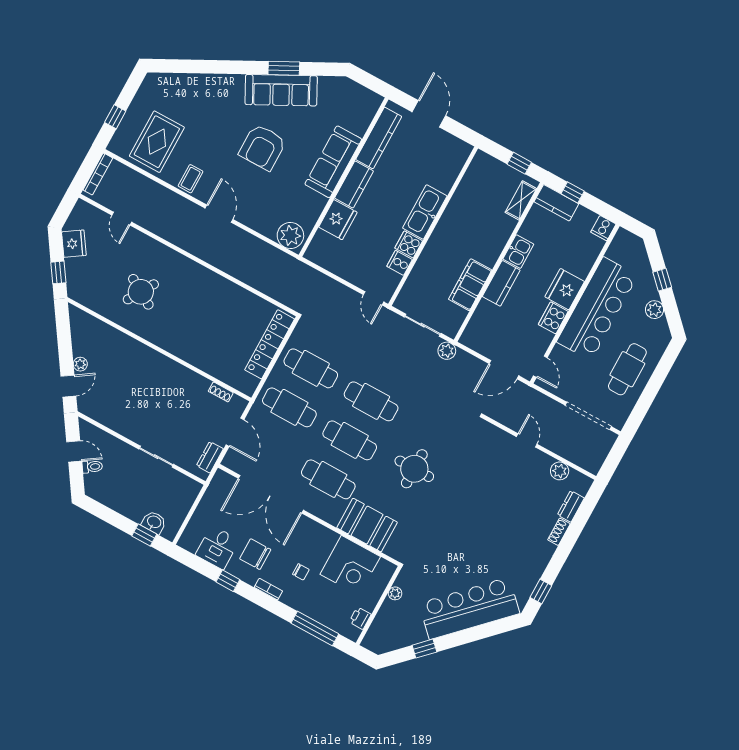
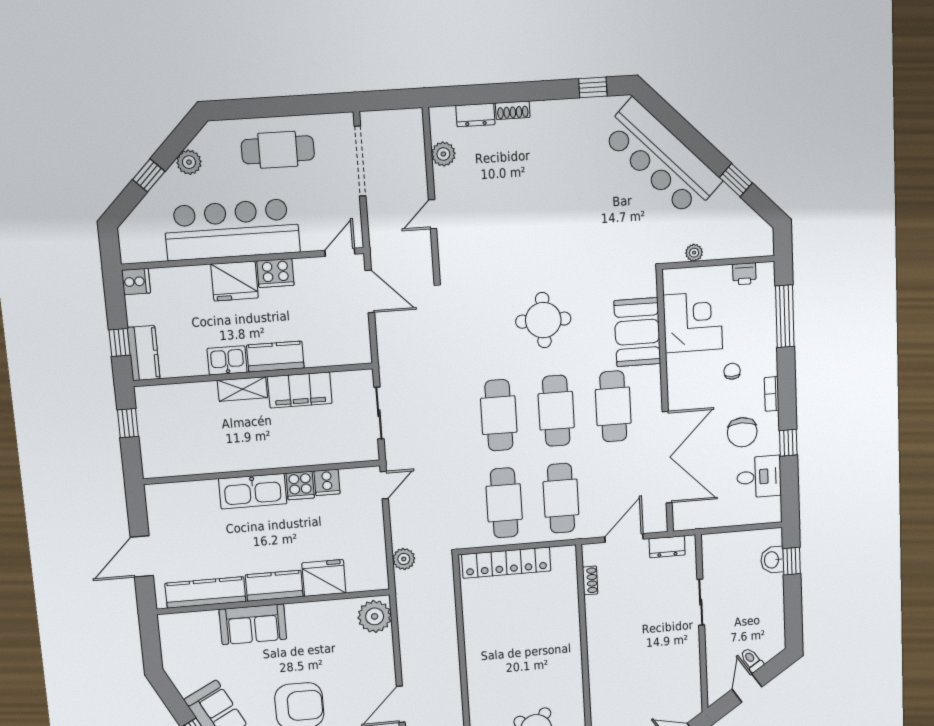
sofa: (333, 162) -> (253, 624), width x0.73
shelving: (521, 200) -> (242, 389), moved
plant: (447, 351) -> (404, 559), moved

